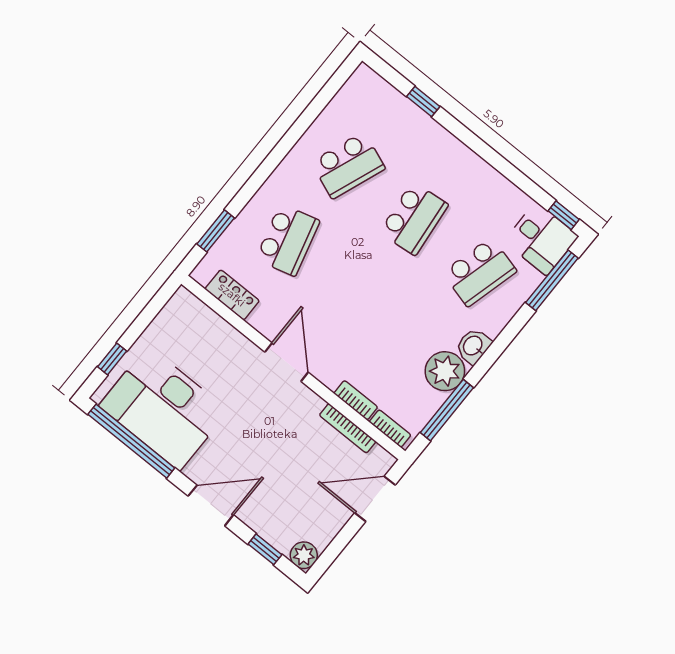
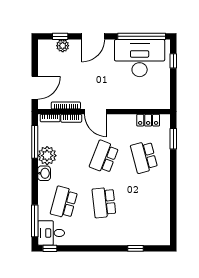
school desk: (348, 165) -> (104, 157), moved
door: (287, 362) -> (96, 112), moved
plant: (304, 555) -> (63, 46), moved

